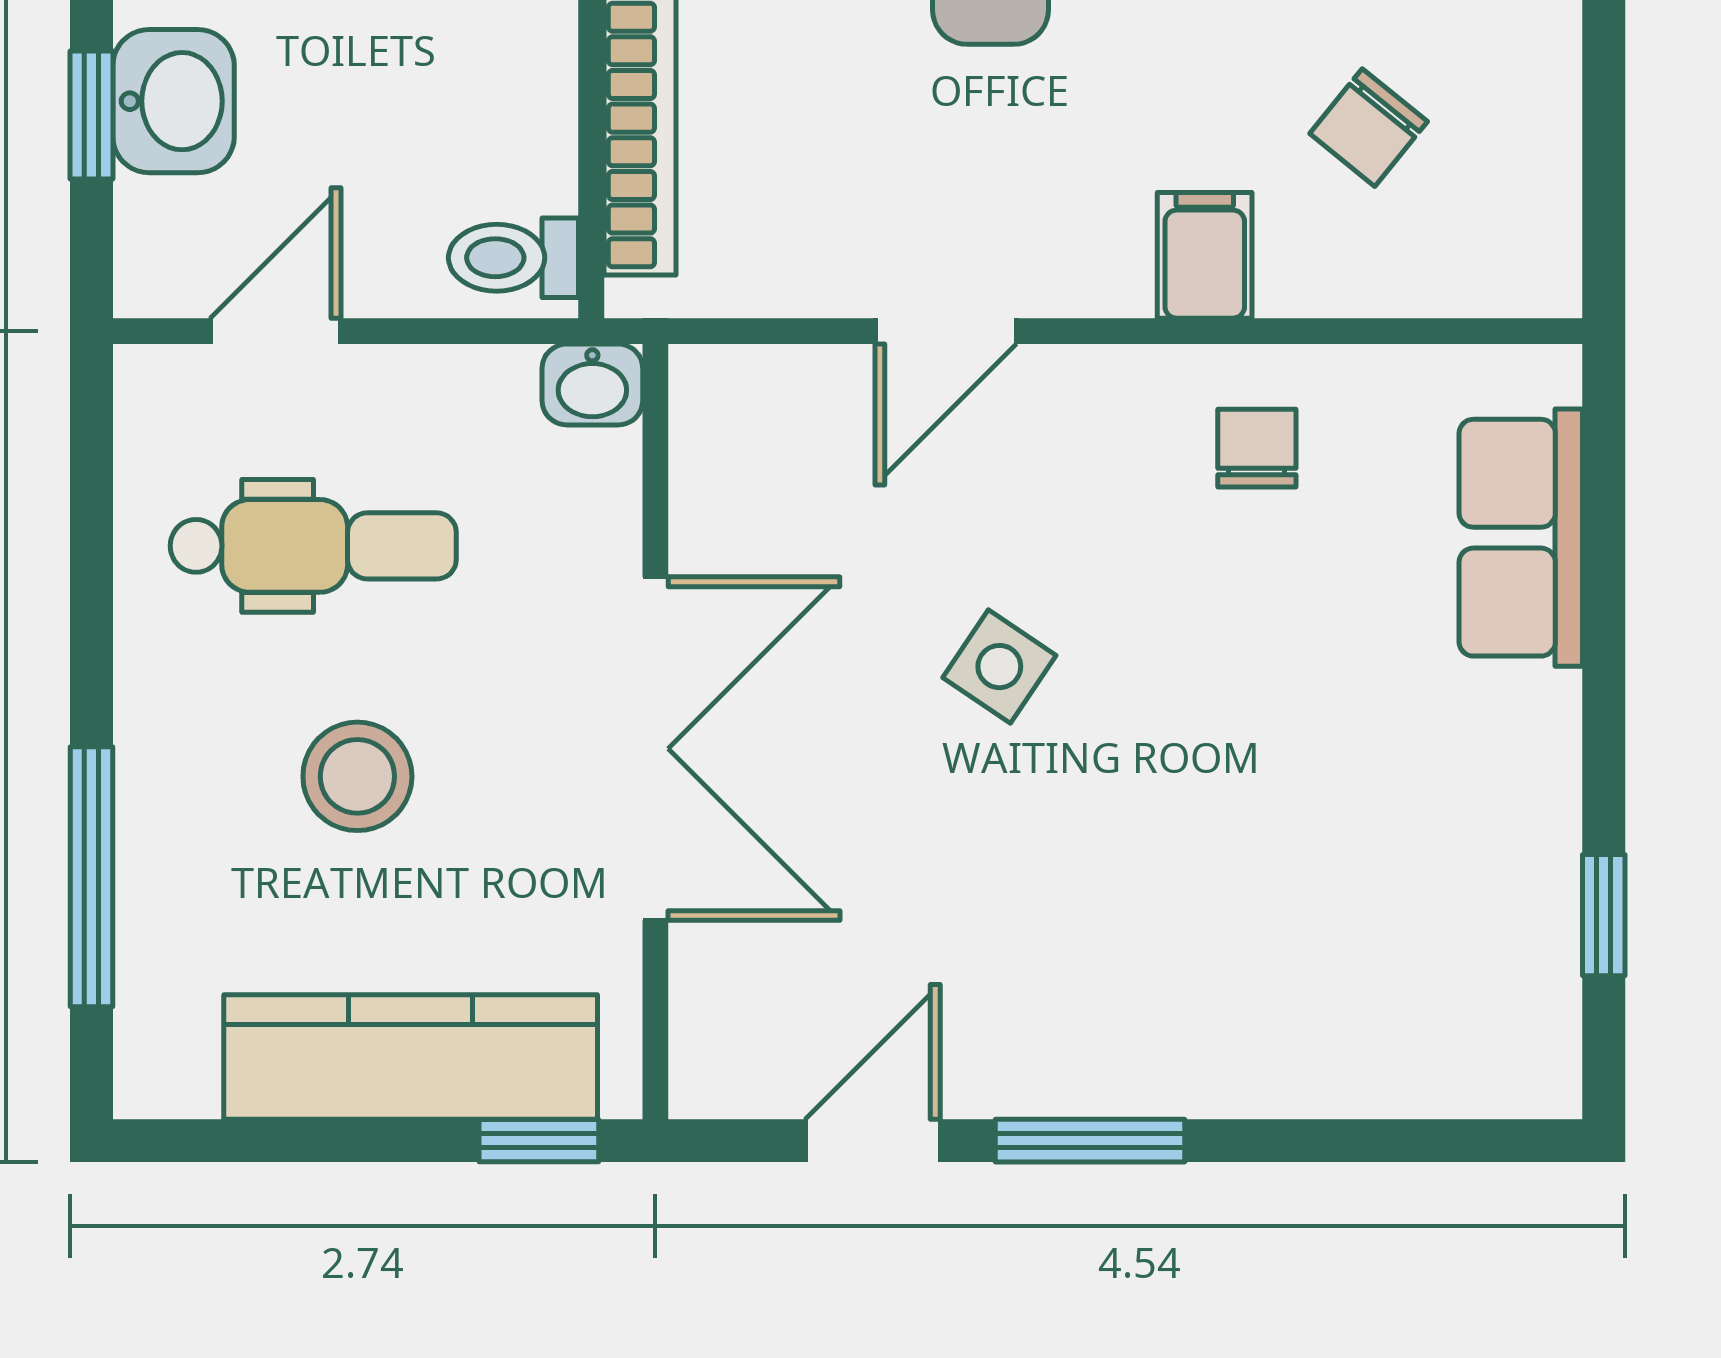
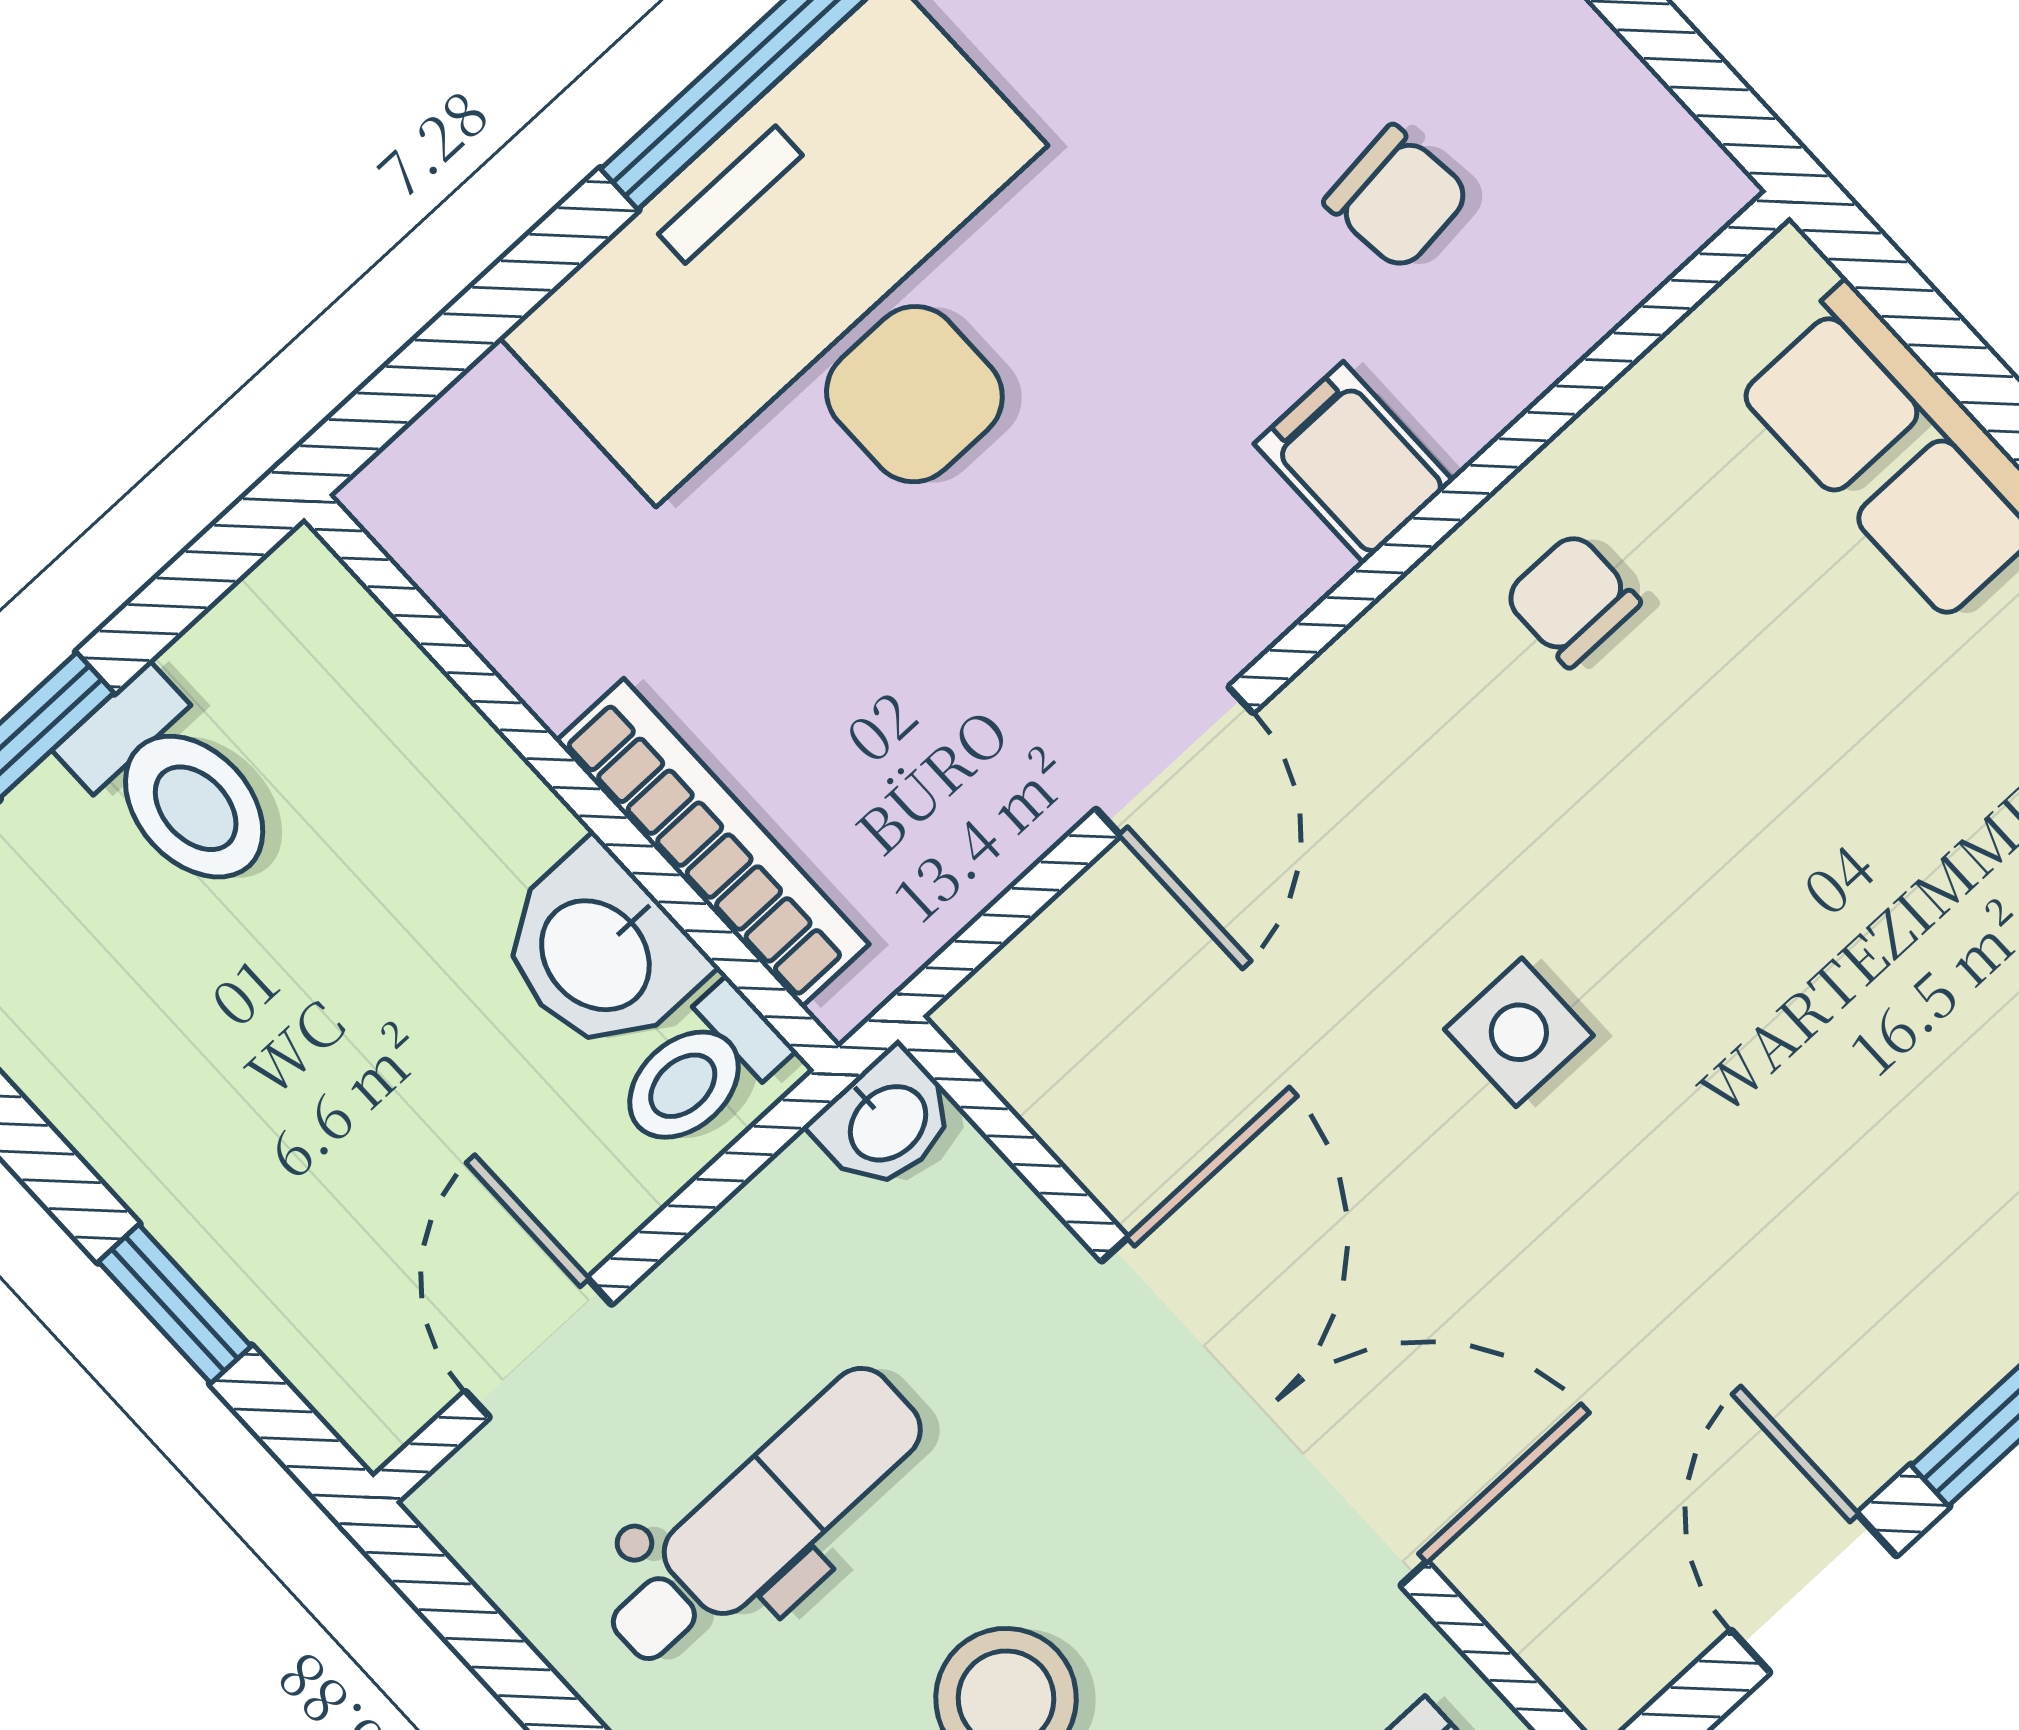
washbasin: (174, 101) -> (599, 952), moved, turned 180
chair: (1369, 128) -> (1397, 198), turned -45
side table: (999, 667) -> (1519, 1032), turned -34

